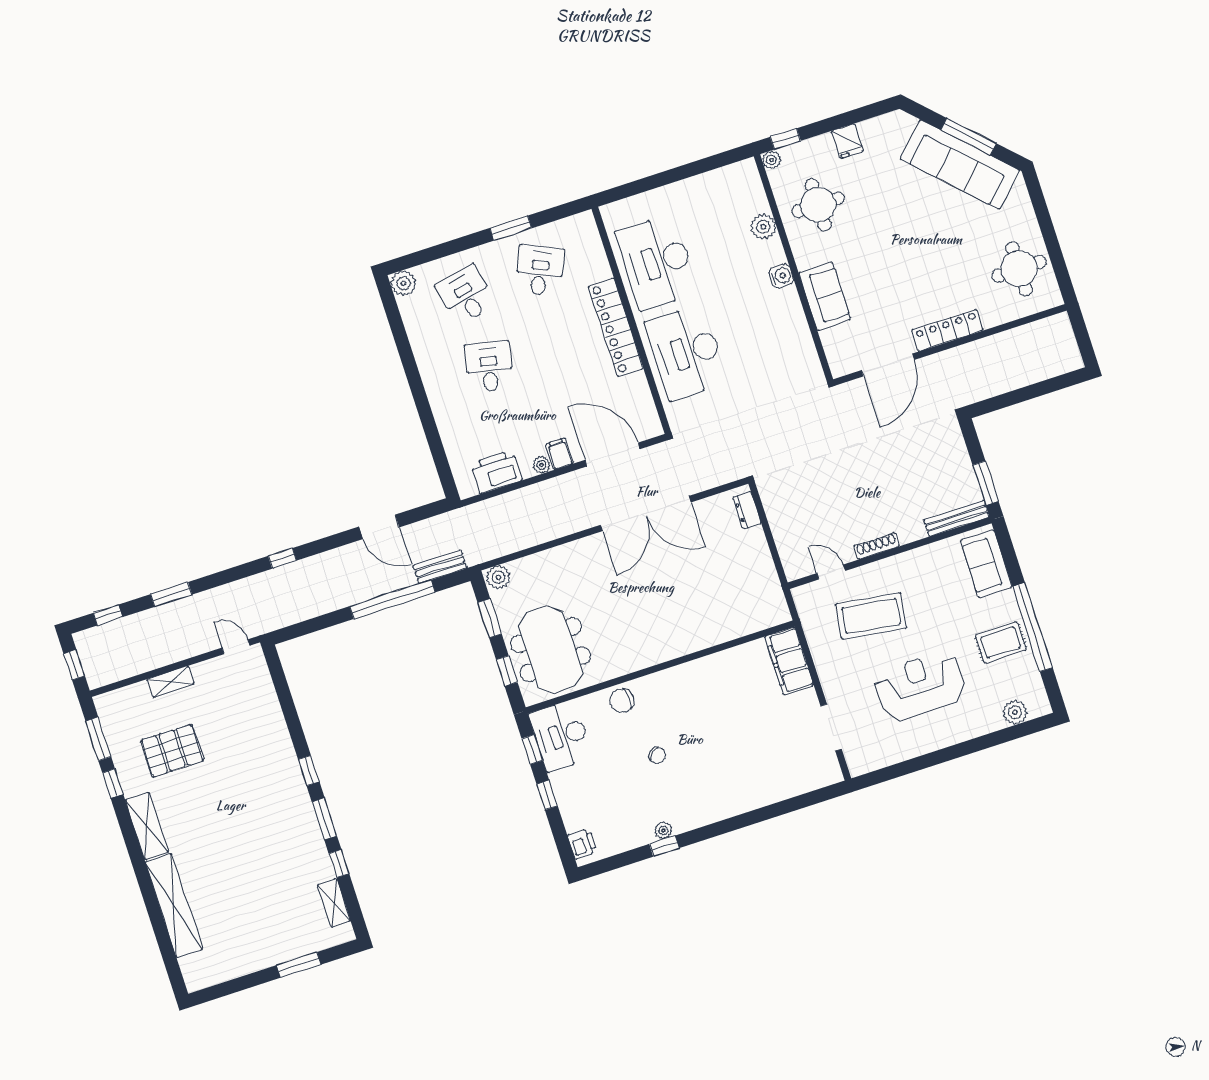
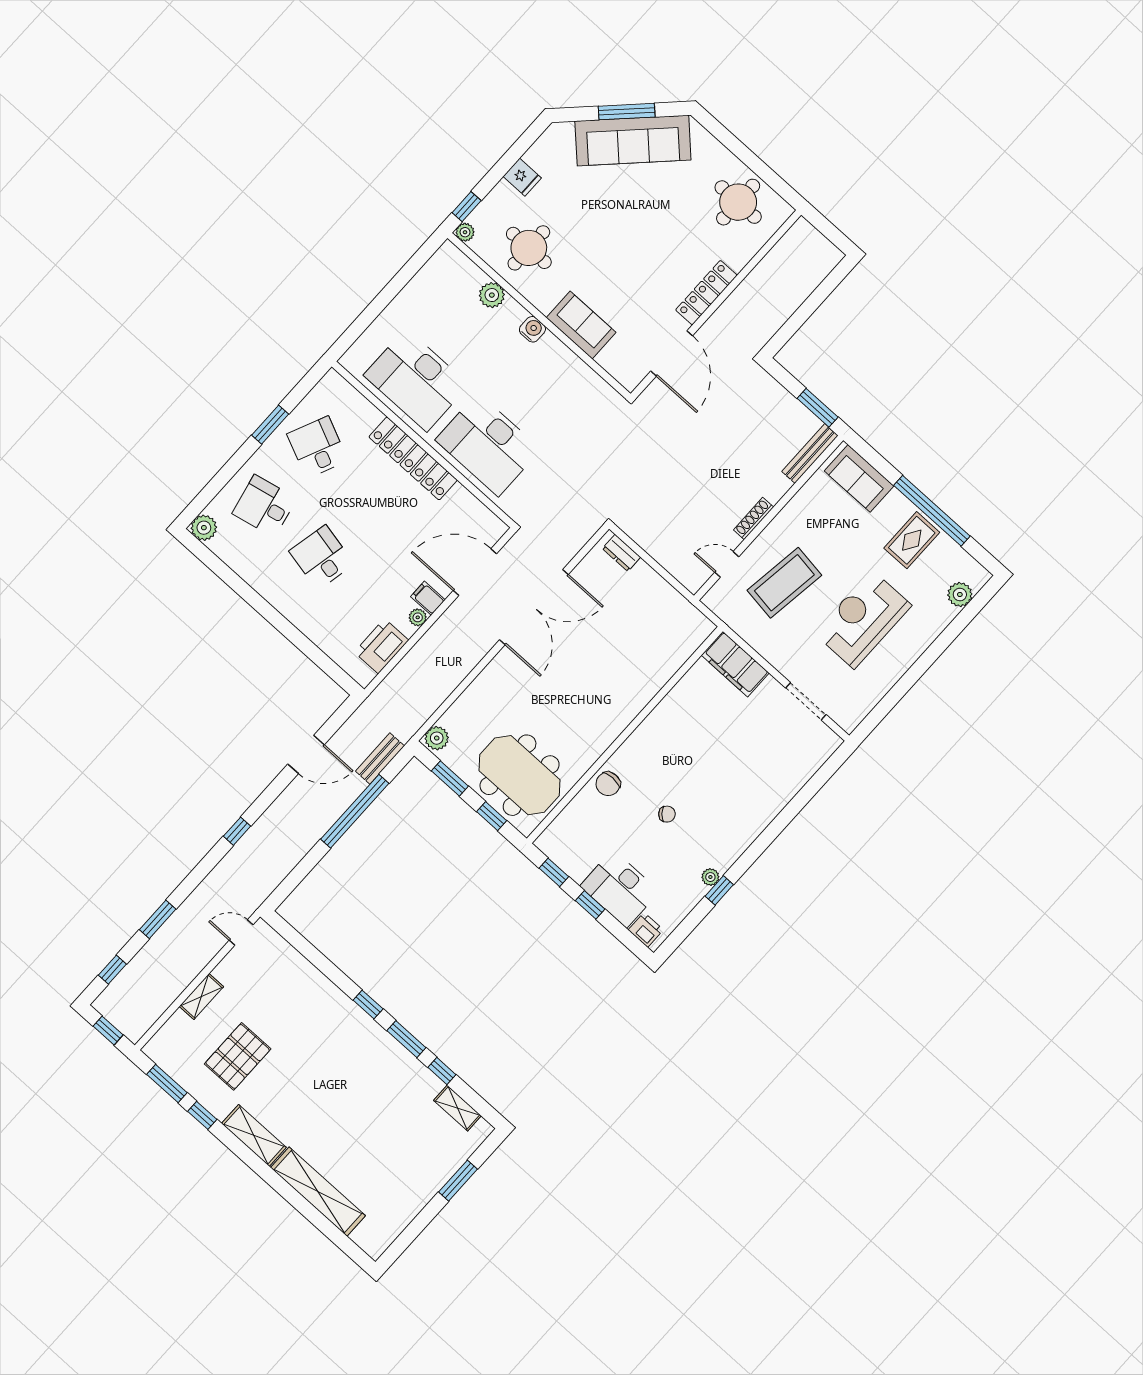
desk: (561, 736) -> (620, 889), moved

